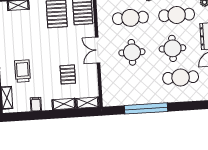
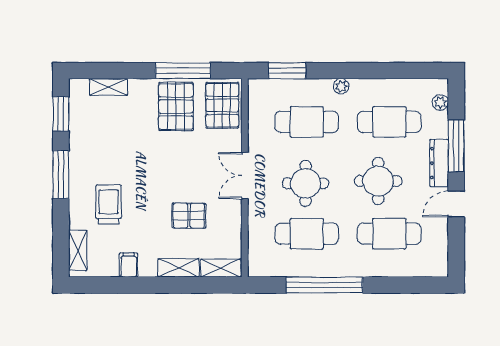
pallet: (68, 74) -> (189, 216), turned 90
cafe table: (134, 80) -> (307, 234), added

